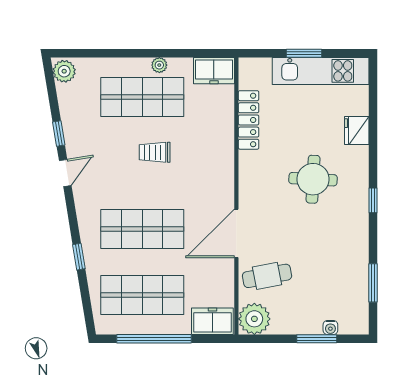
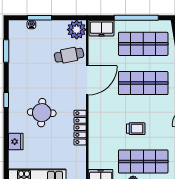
locker: (249, 120) -> (80, 128), moved

